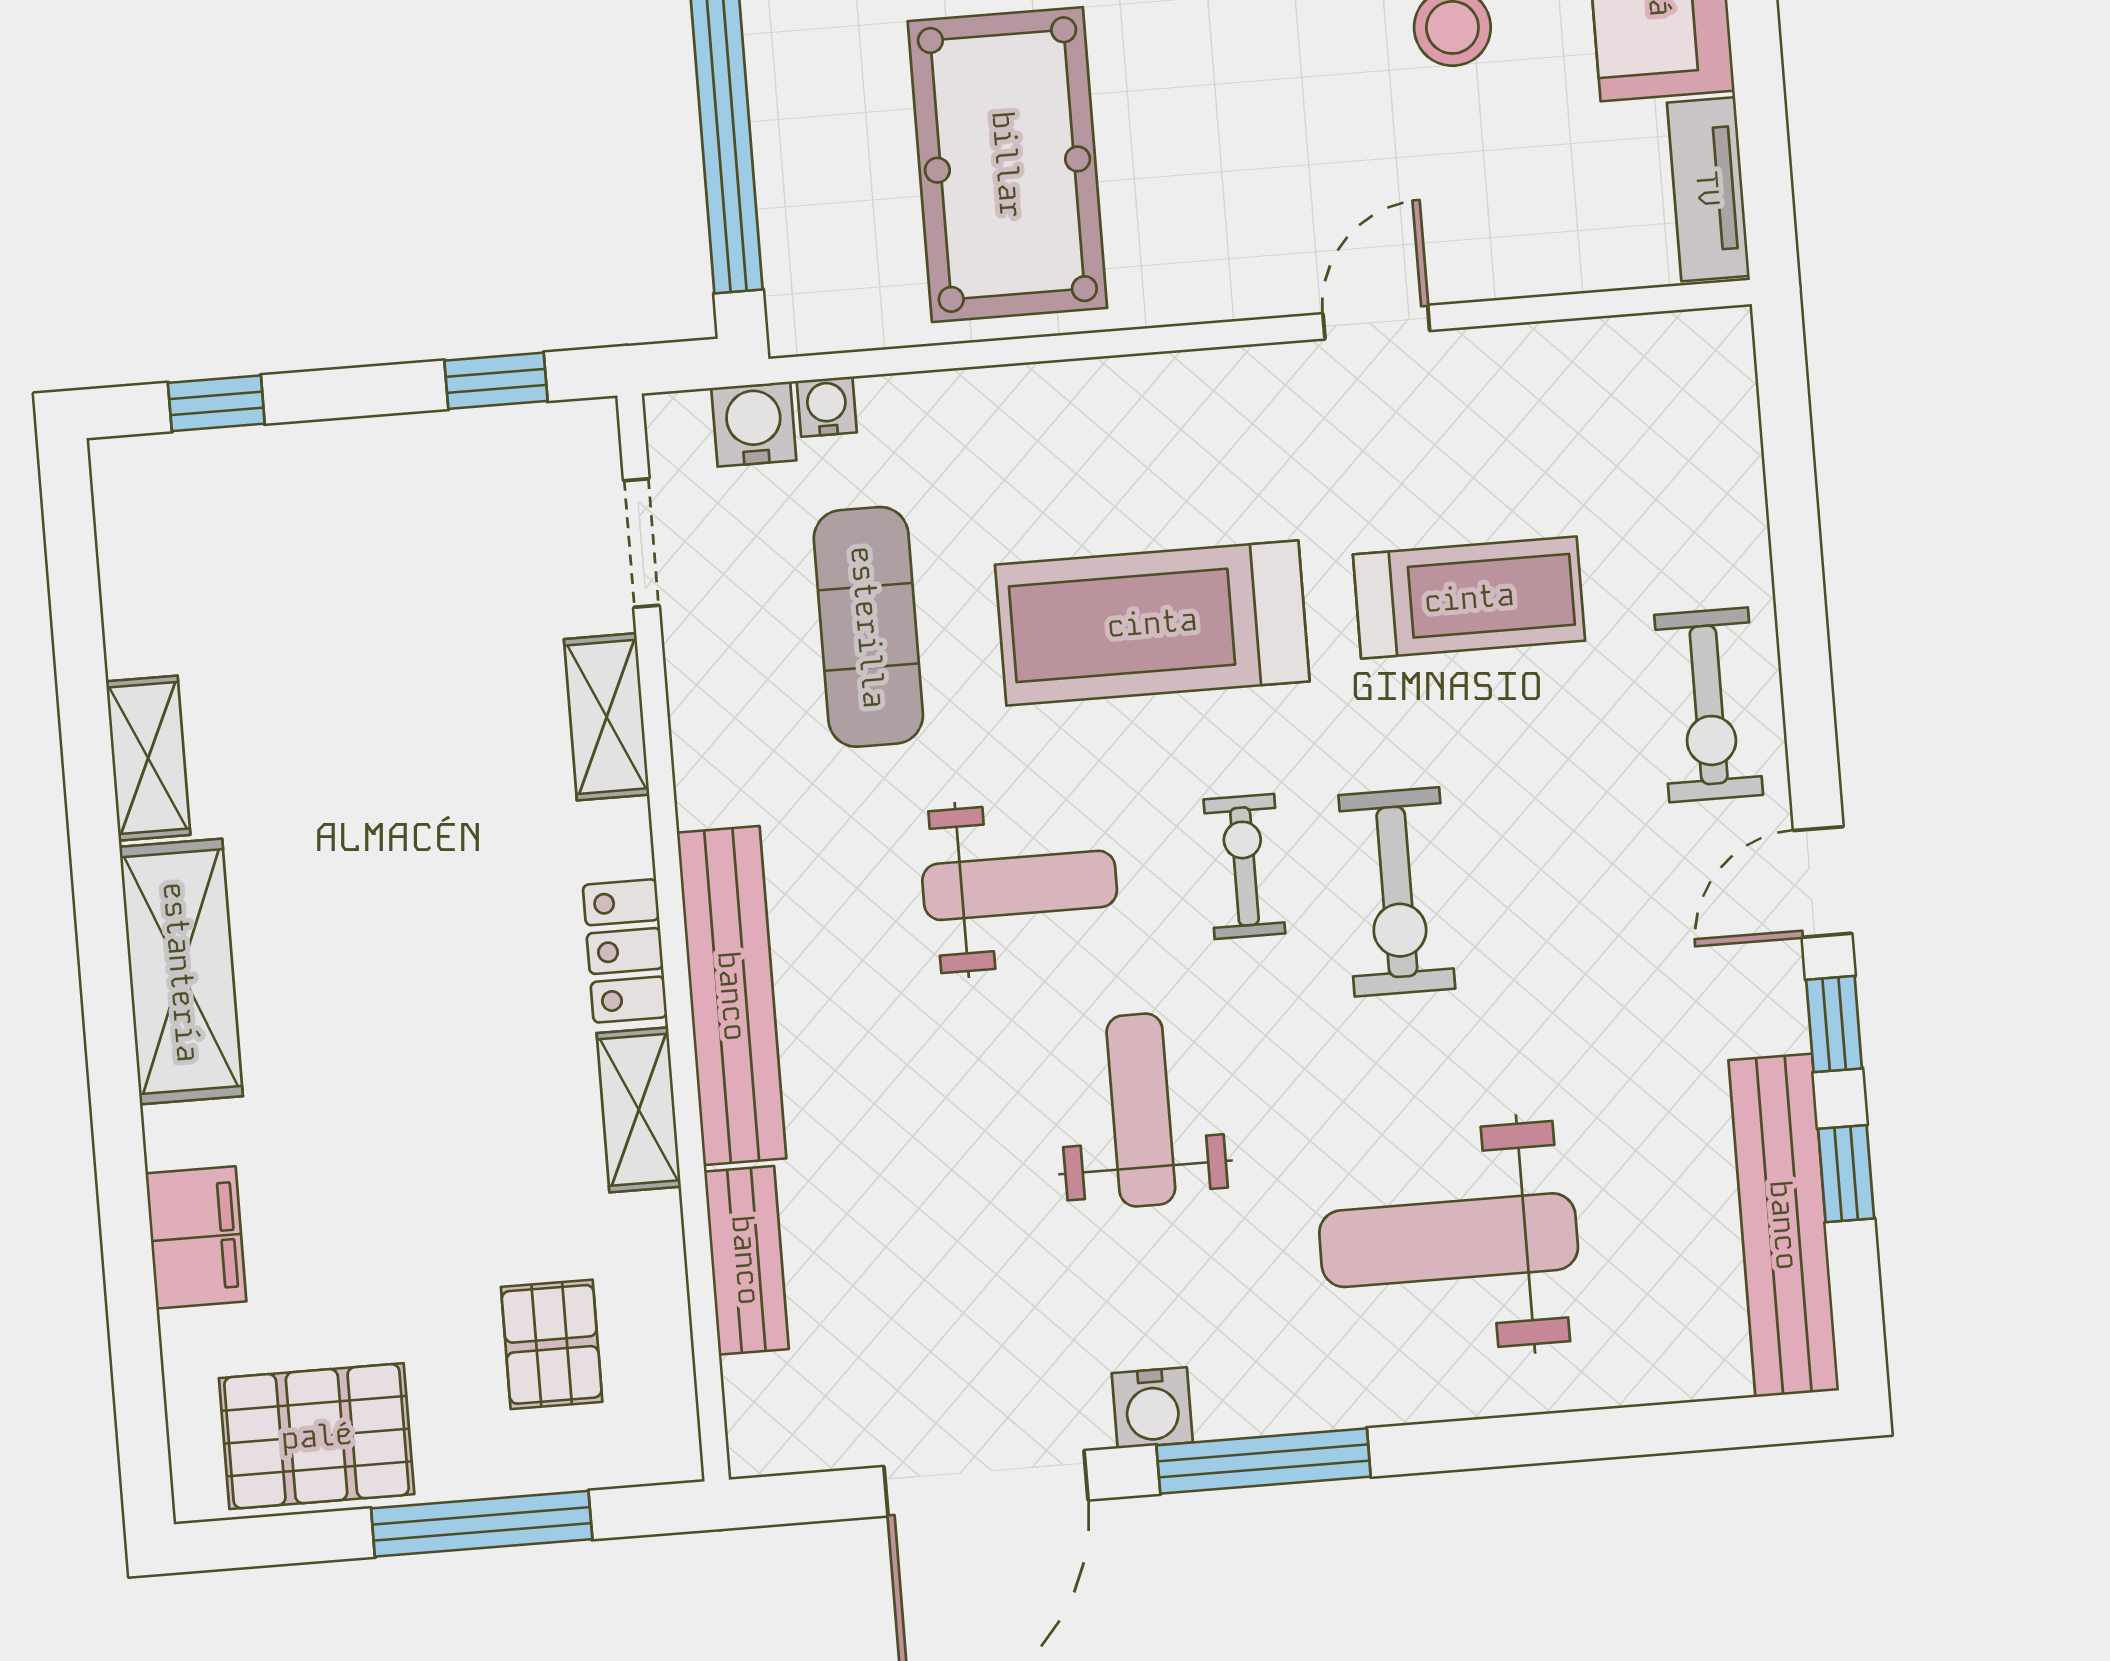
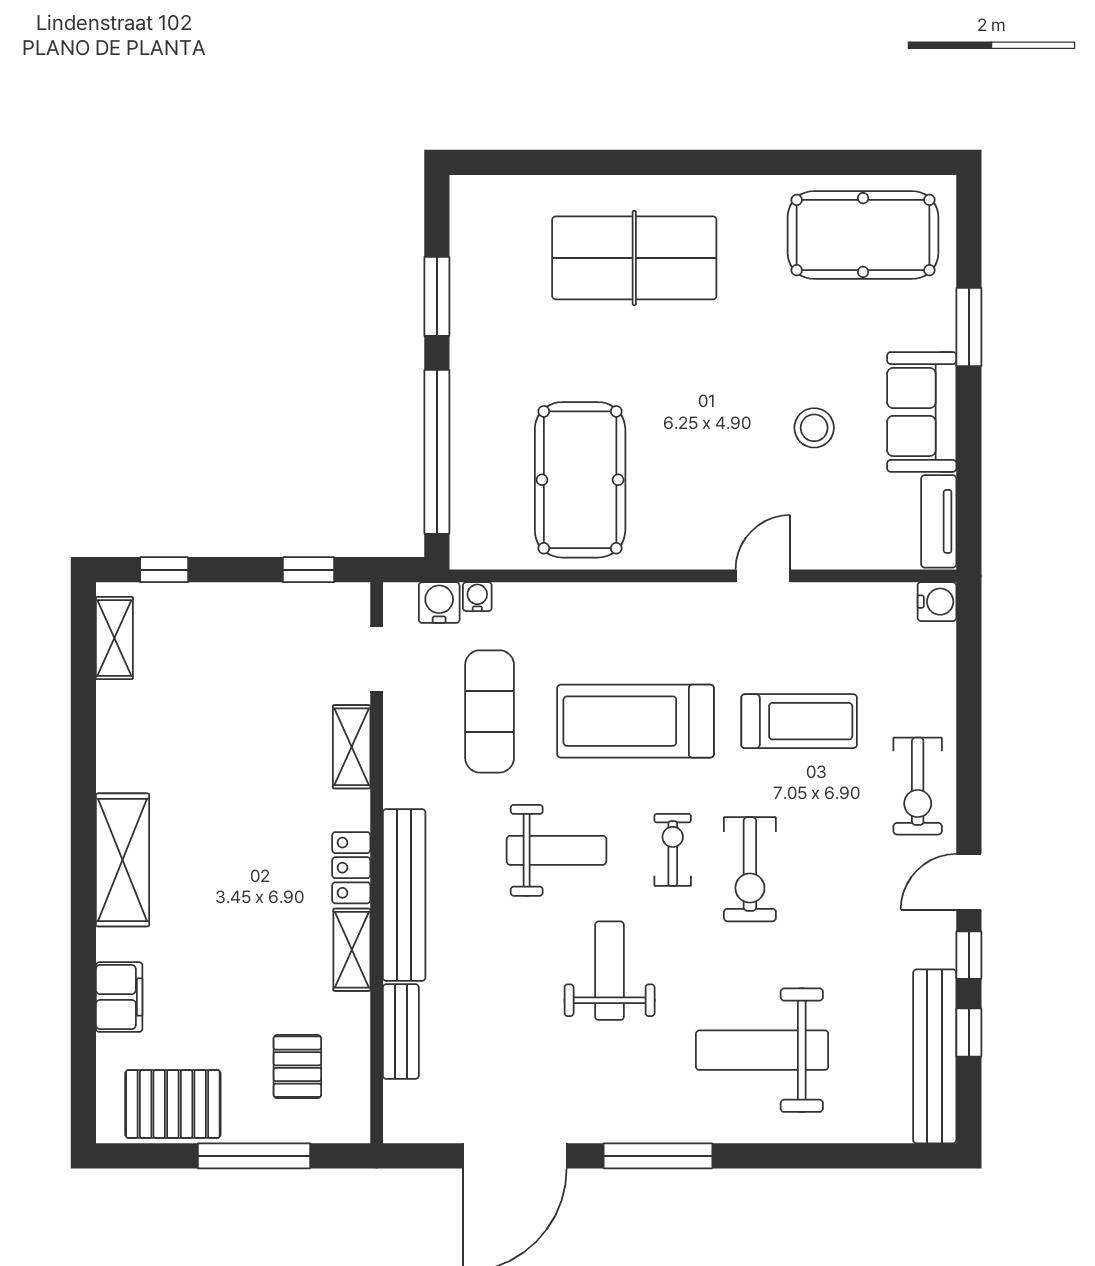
shelving: (148, 758) -> (114, 638), moved
water cooler: (1152, 1408) -> (937, 602), moved, turned -90

